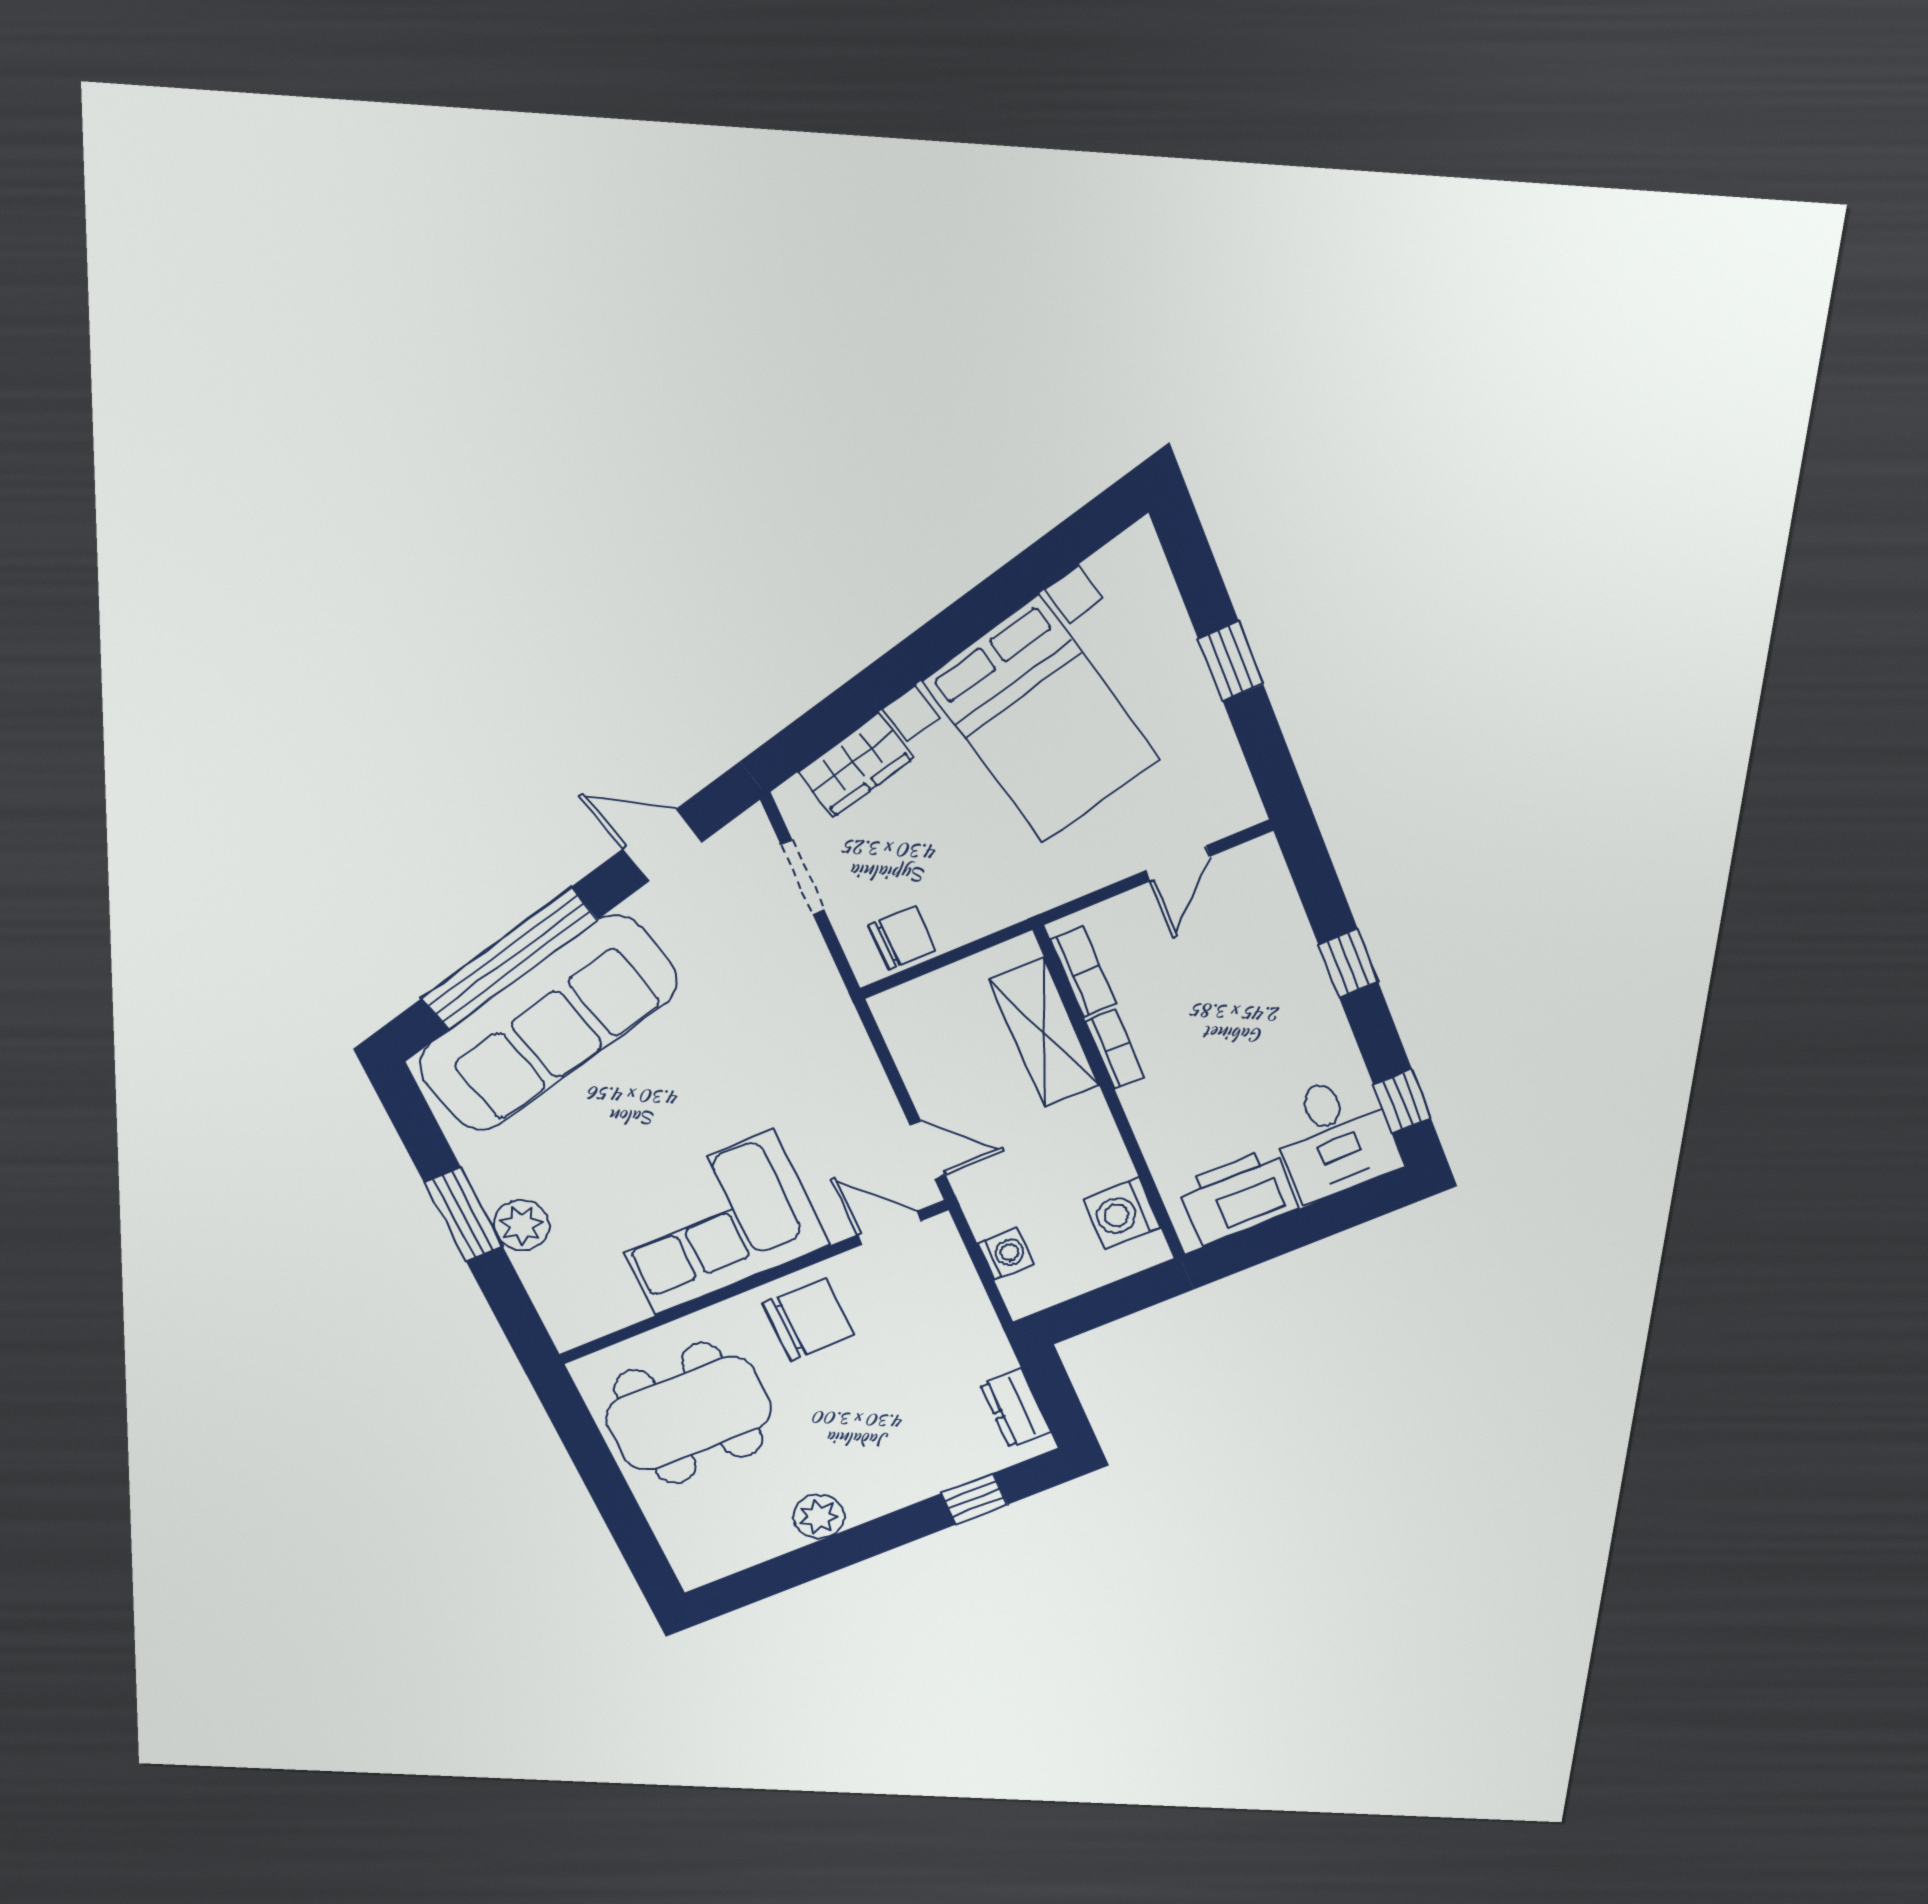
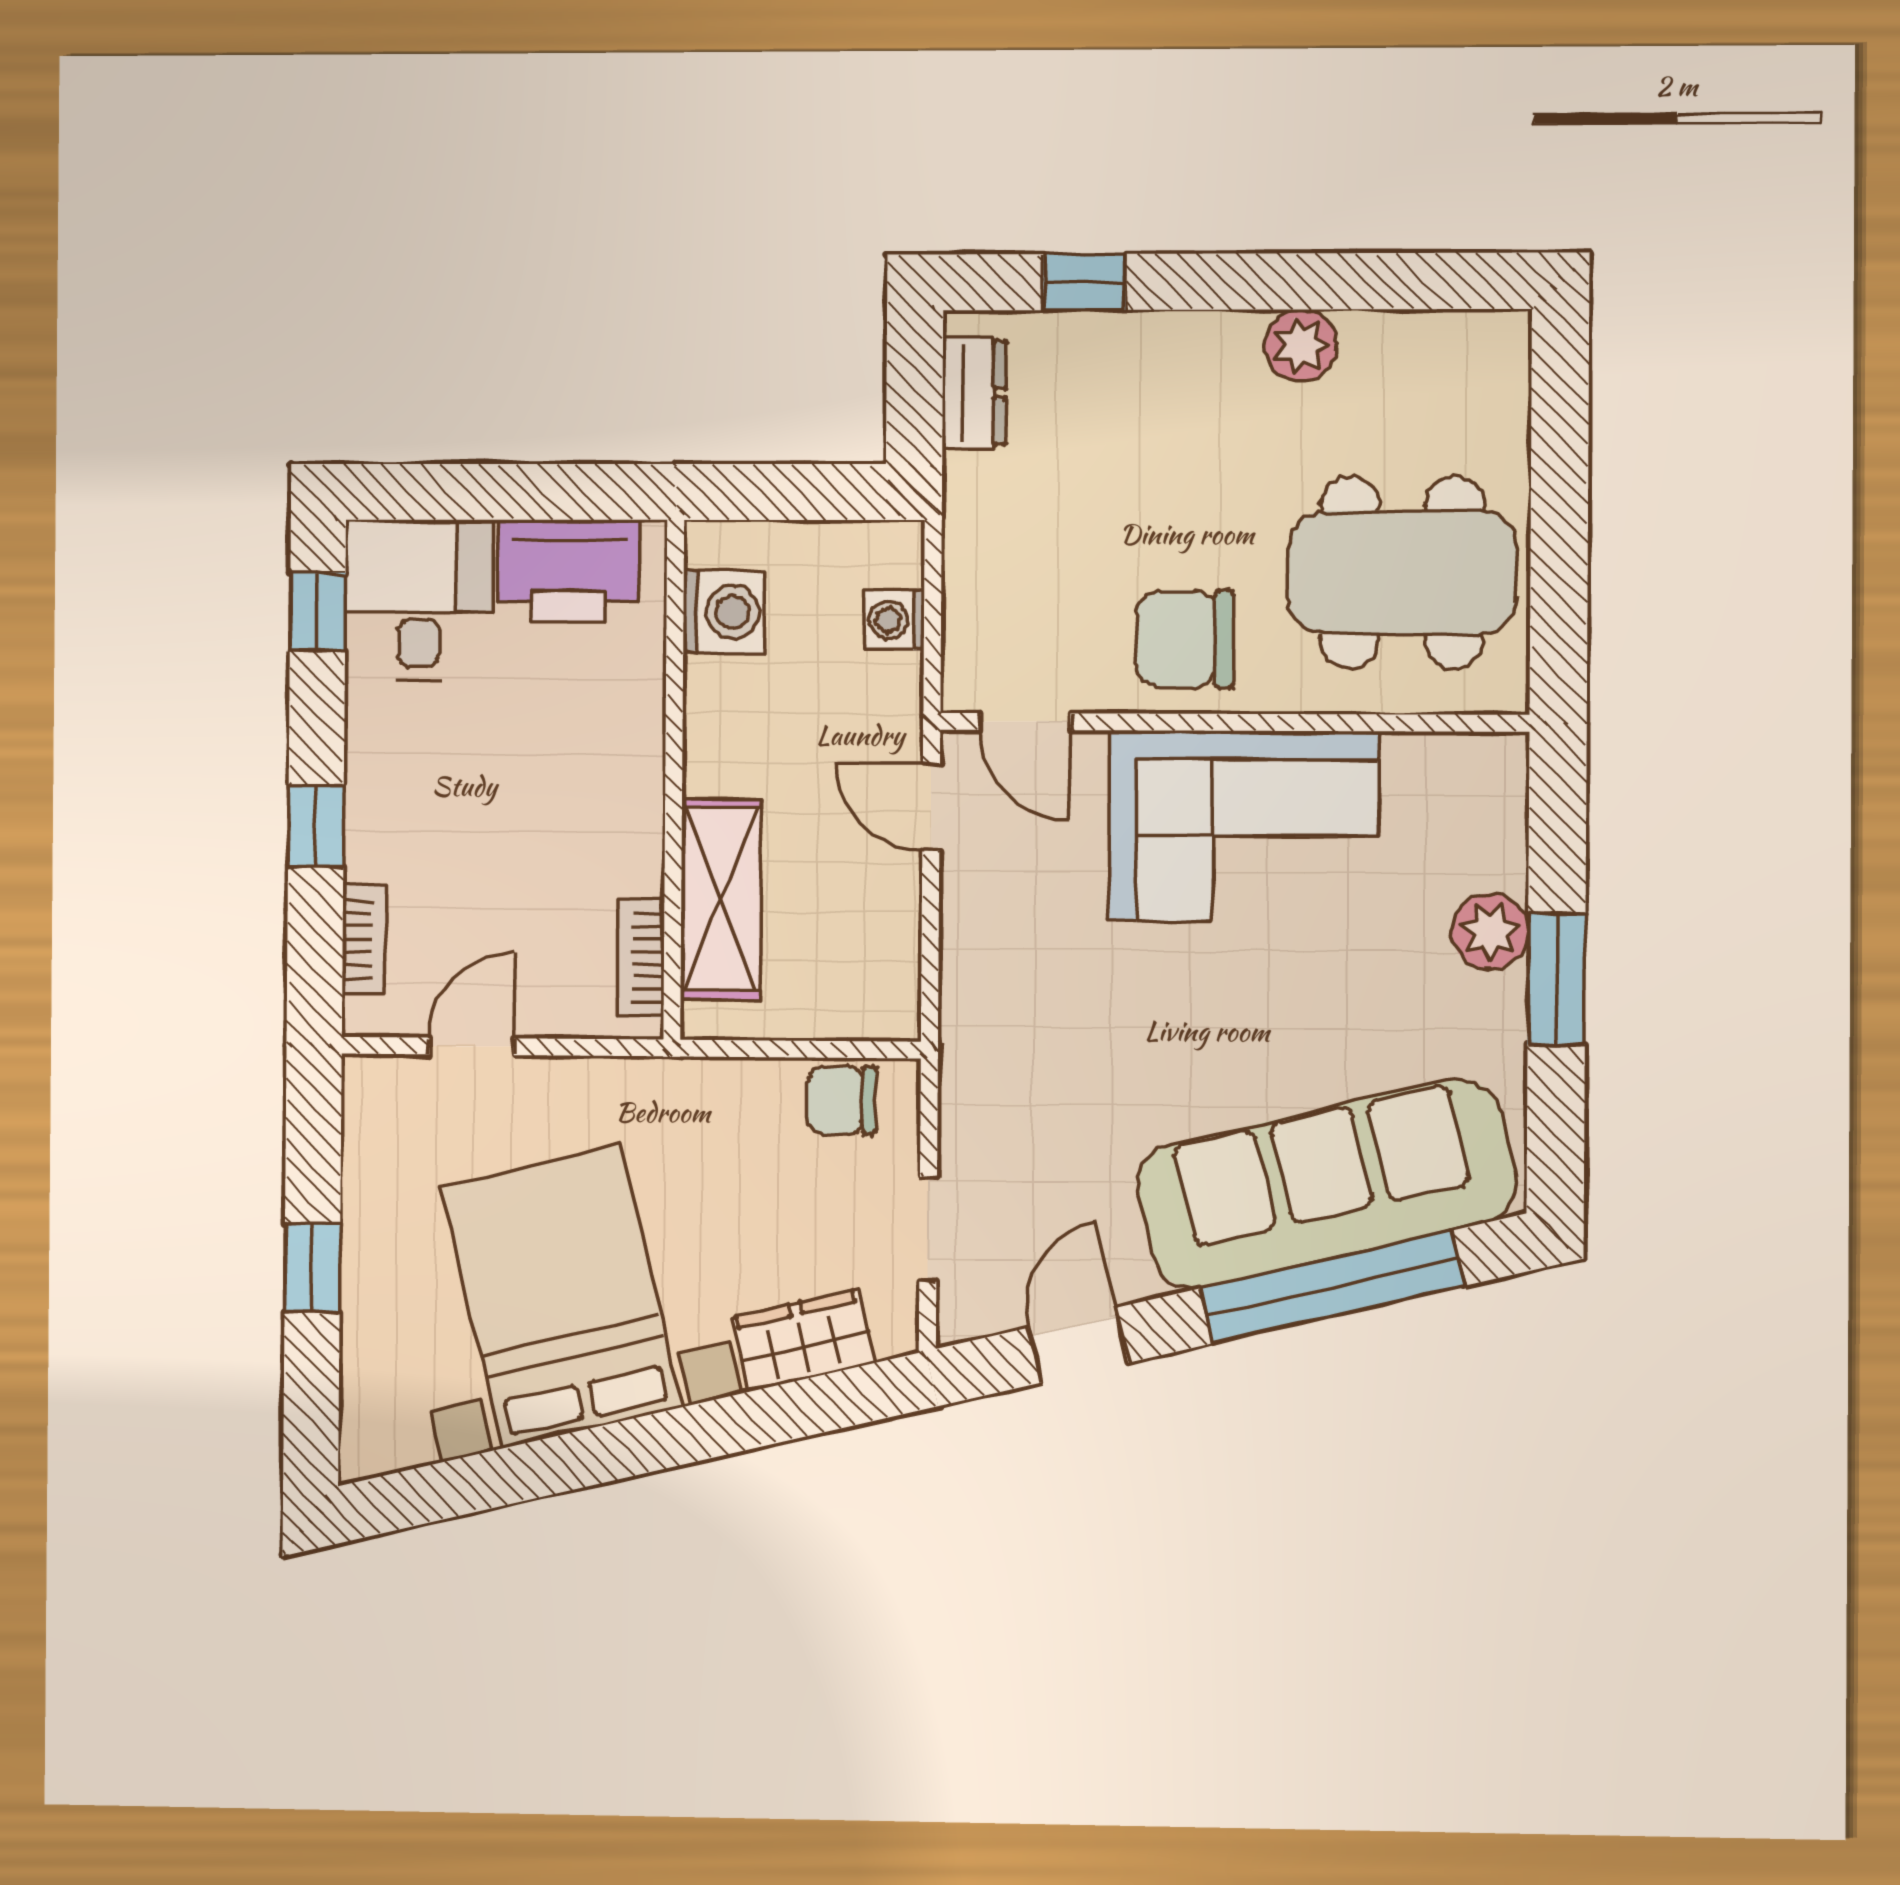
door: (662, 845) -> (1078, 1345), swing flipped
bookcase: (1115, 1049) -> (364, 939), moved, turned 180

